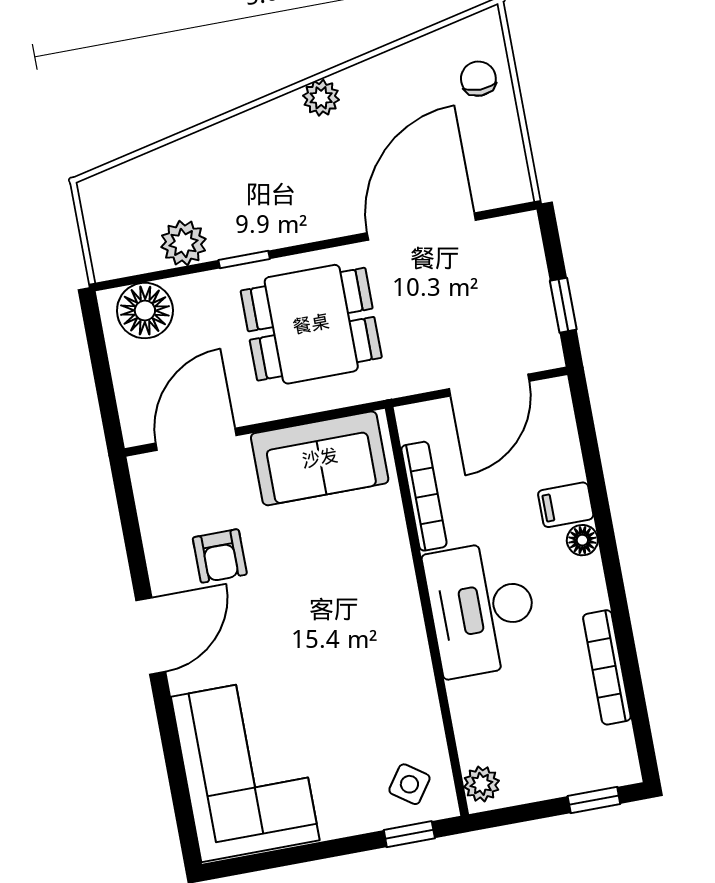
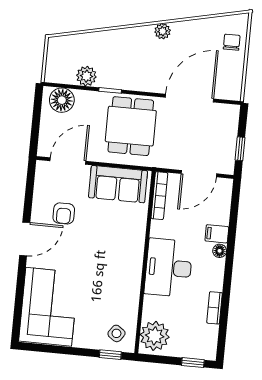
dining table: (311, 324) -> (131, 126), turned 90
bookcase: (424, 496) -> (159, 196), moved
bookcase: (607, 667) -> (215, 308), width x0.64
plant: (481, 784) -> (155, 336), width x1.87, depth x1.87

